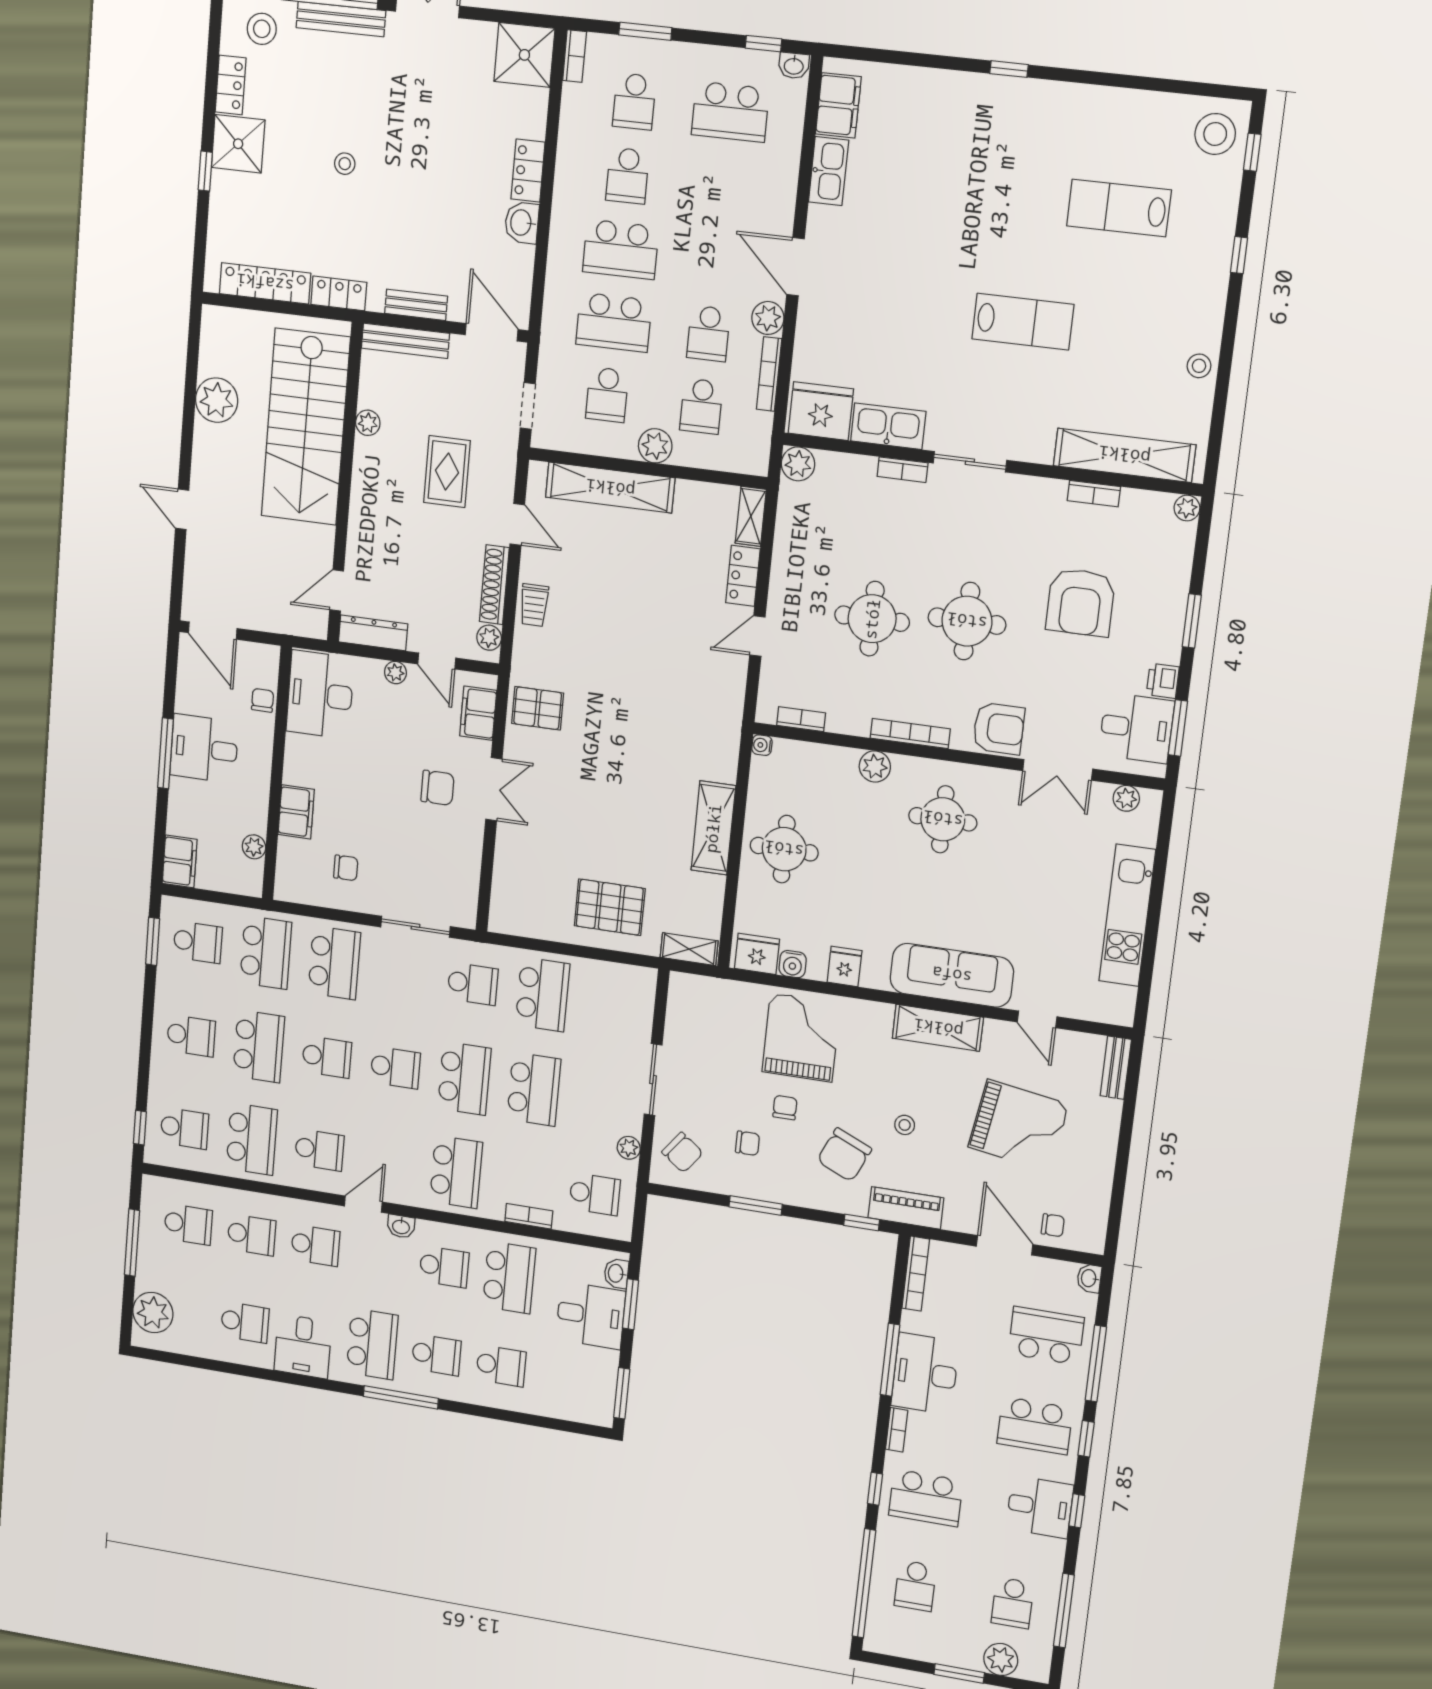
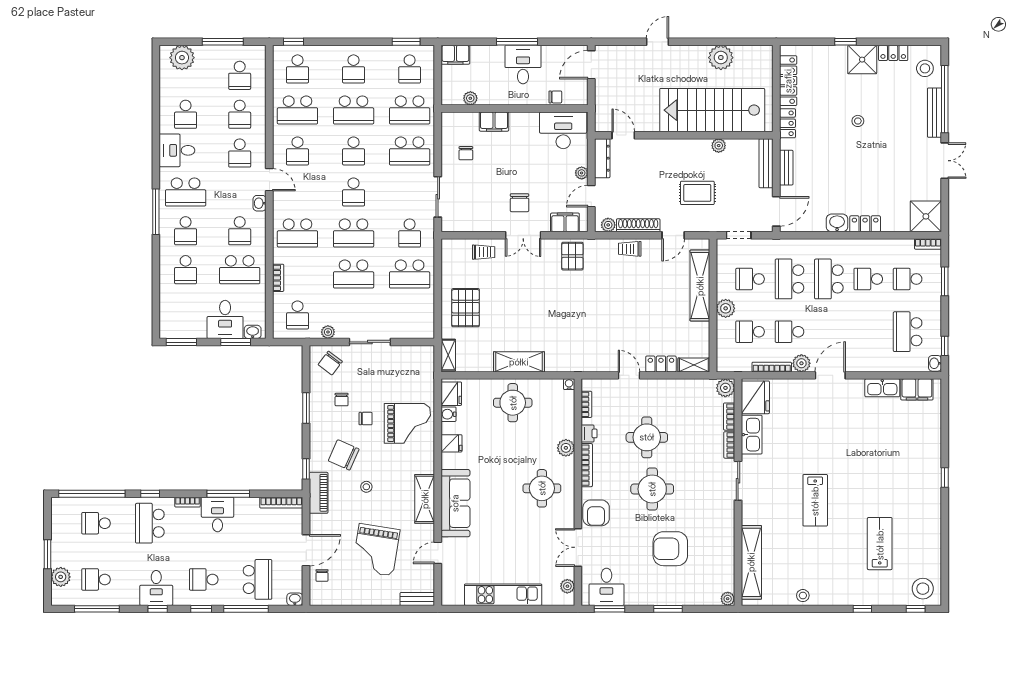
bookcase: (1094, 494) -> (729, 417), moved
printer: (1163, 681) -> (589, 433), moved, turned 90
trolley: (517, 862) -> (484, 252), added
desk: (925, 1374) -> (218, 515), width x0.73
school desk: (1035, 1426) -> (204, 579), width x0.54

